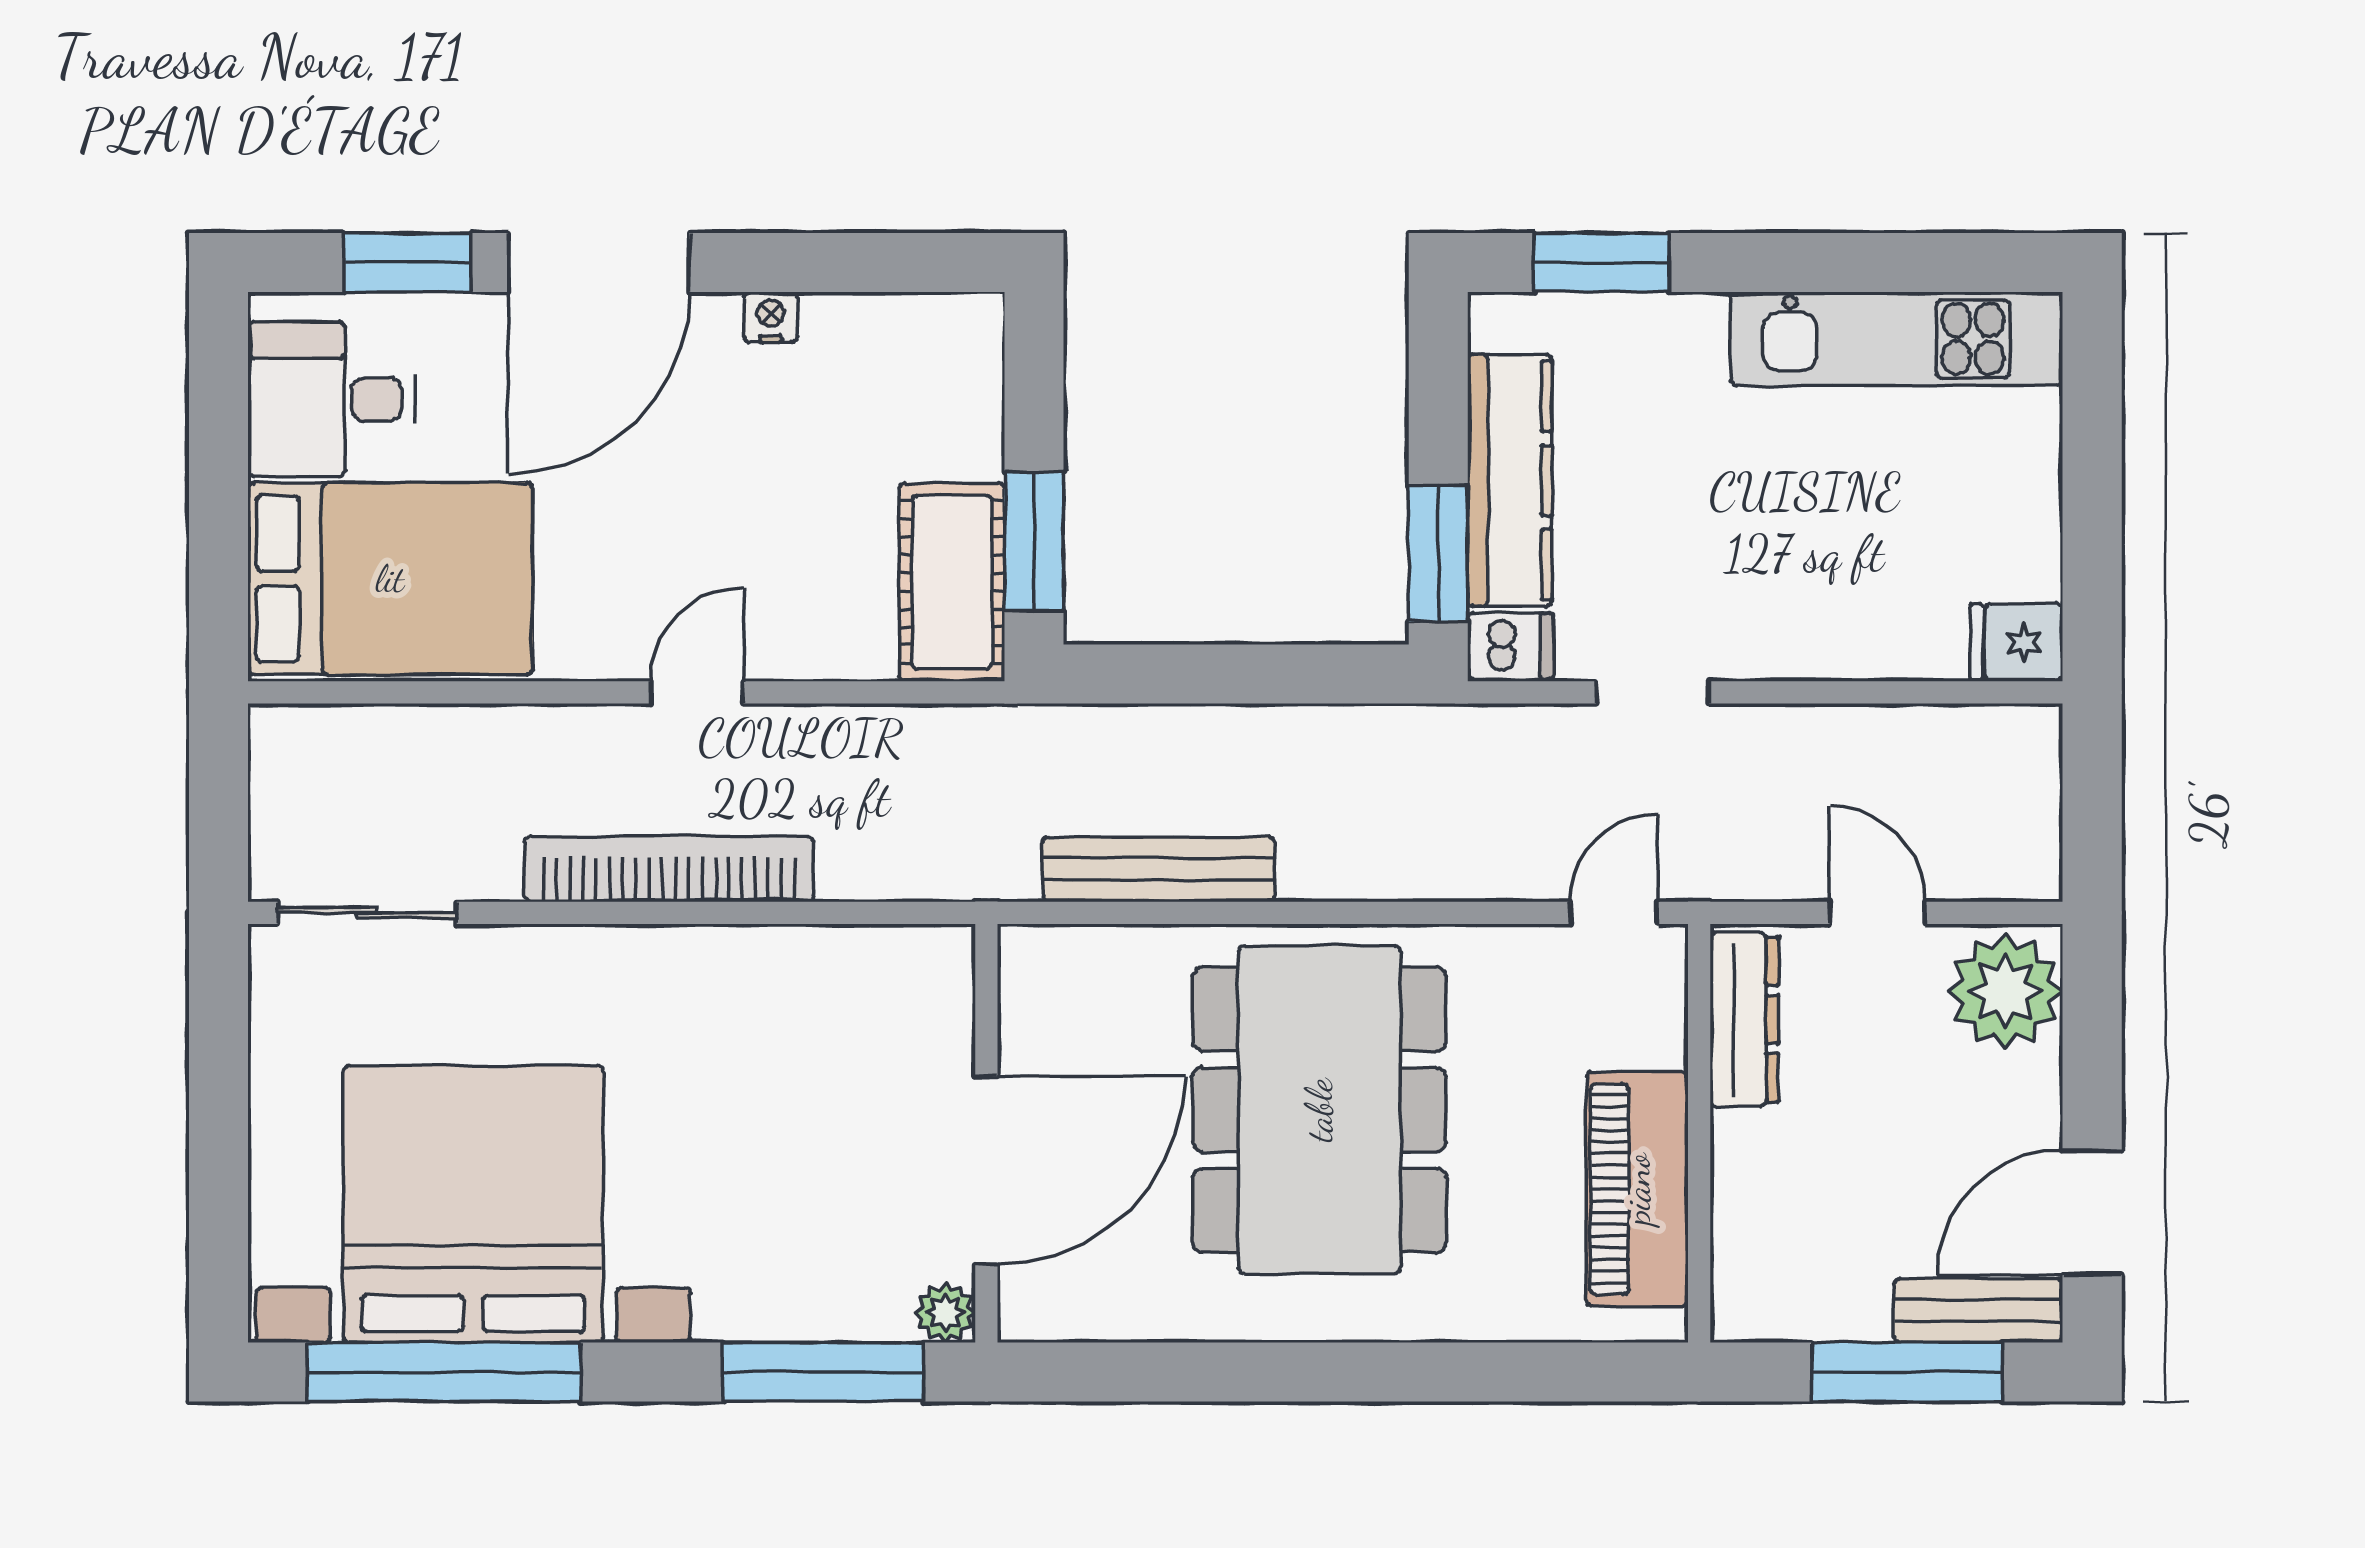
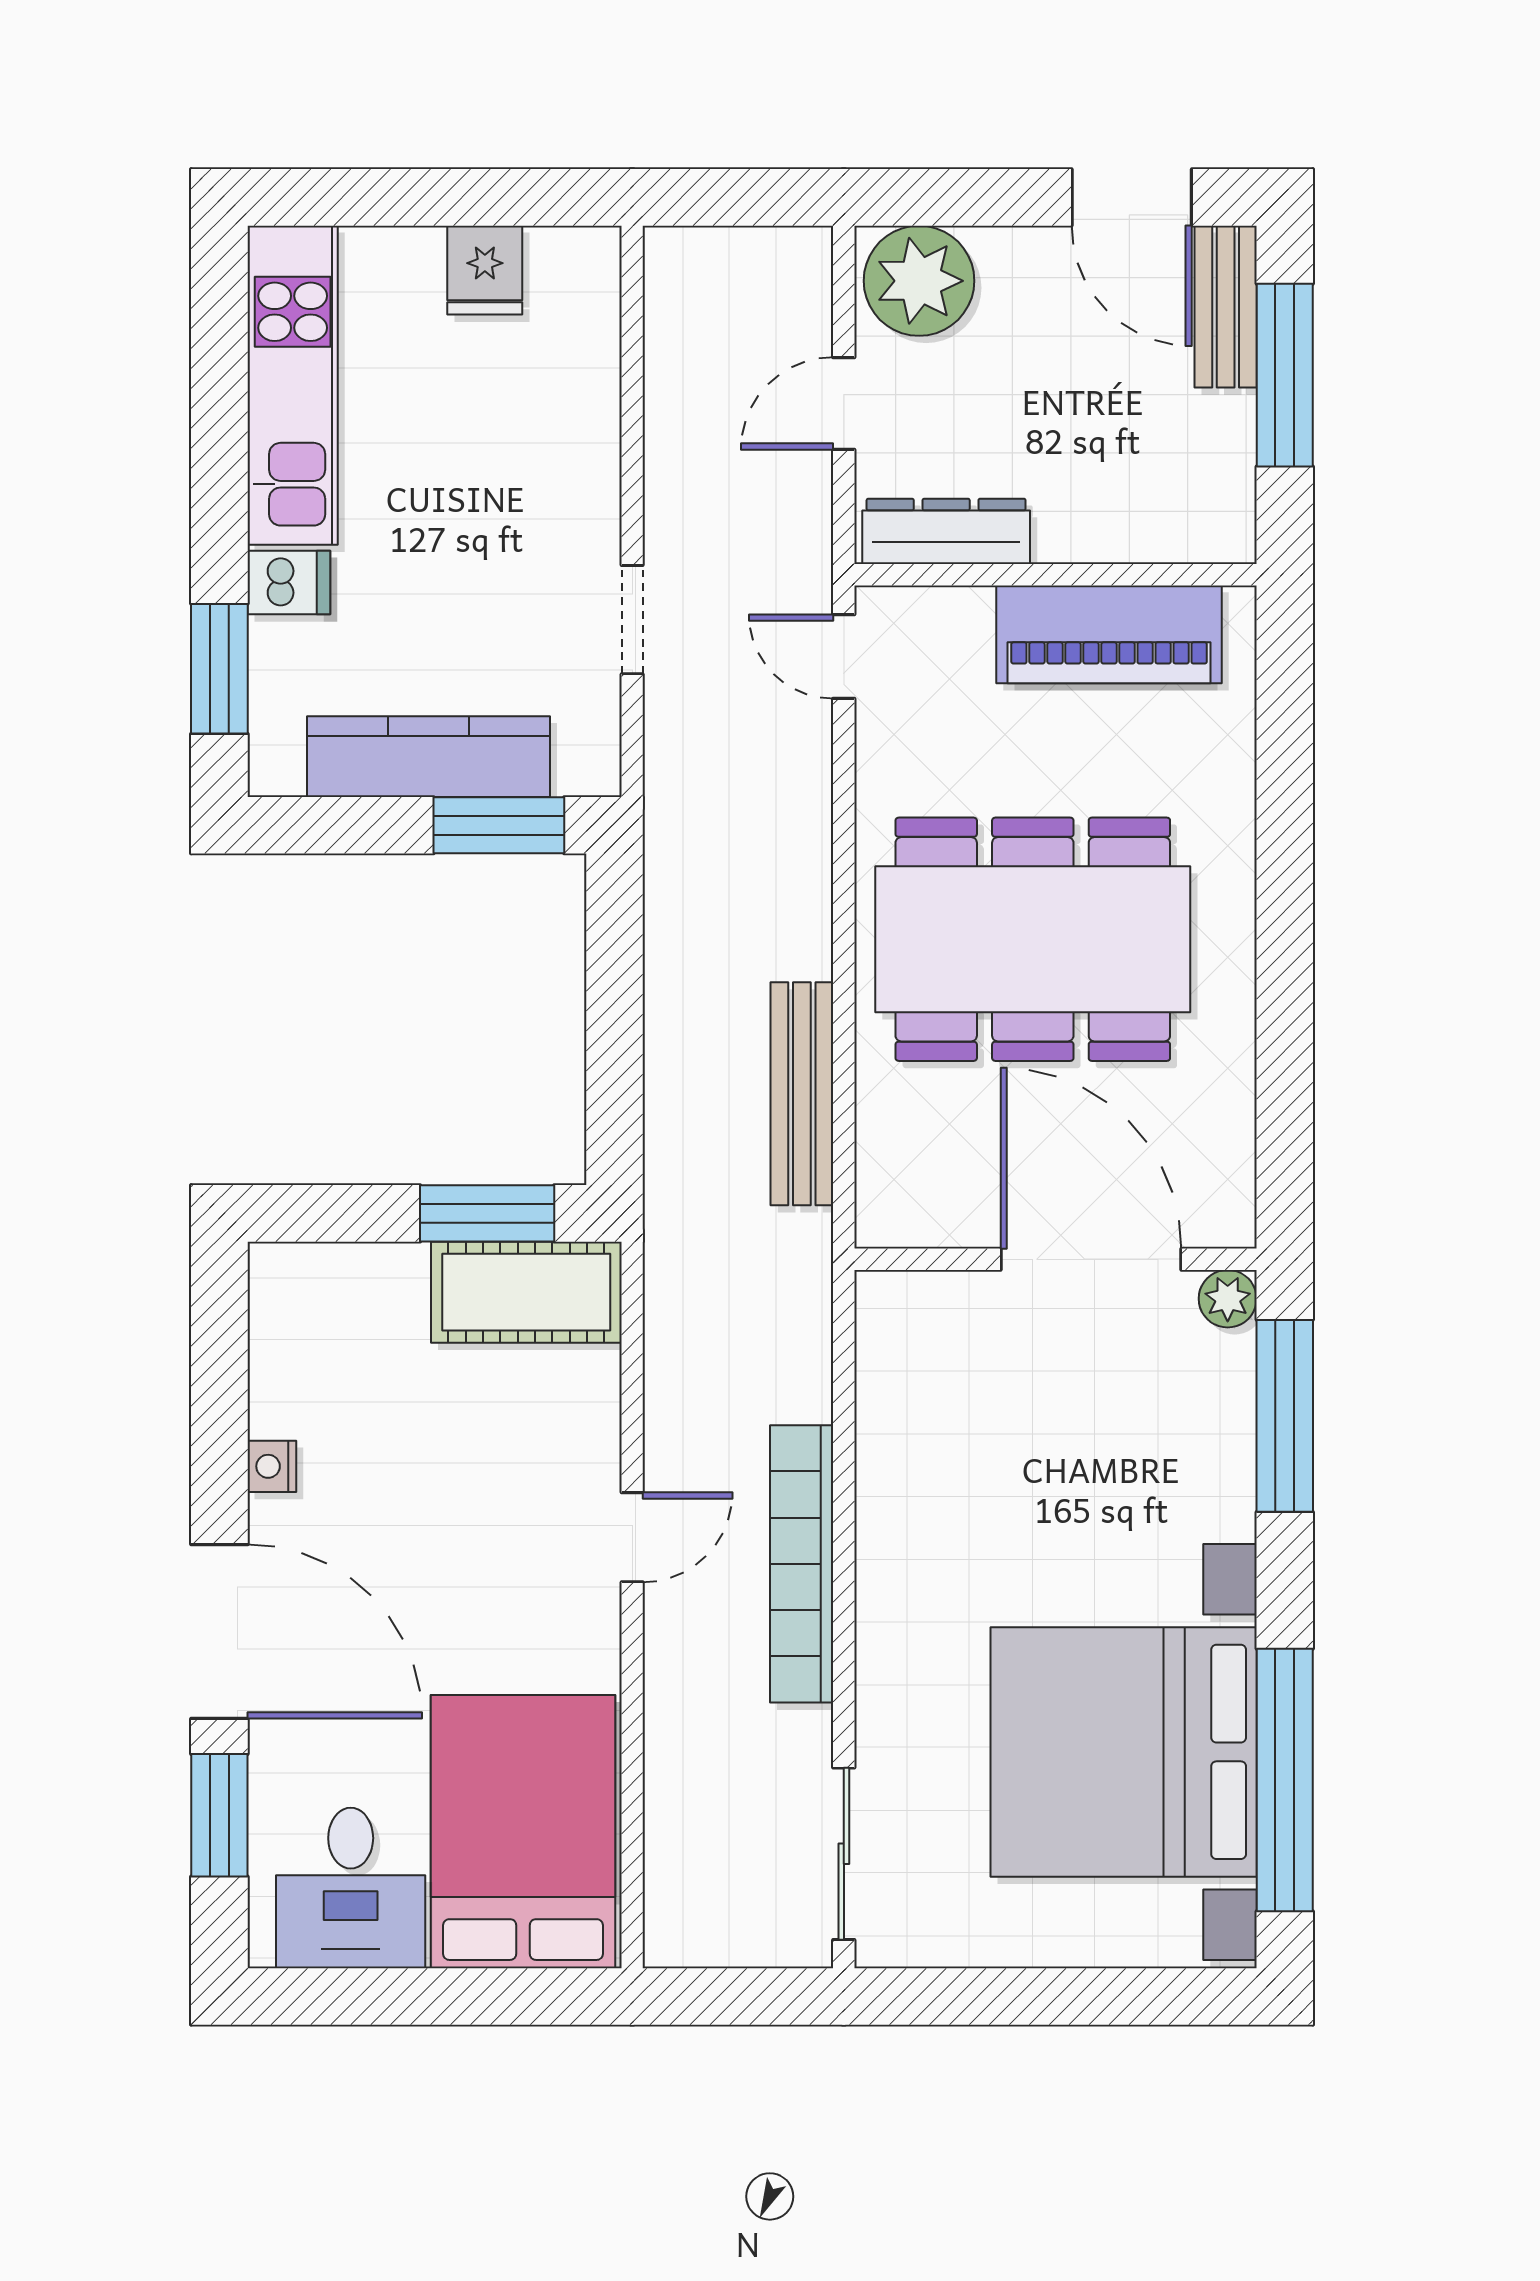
fridge: (2016, 642) -> (485, 270), moved
dishwasher: (1510, 646) -> (289, 583), moved, turned 90
door: (697, 692) -> (632, 1537), swing flipped

